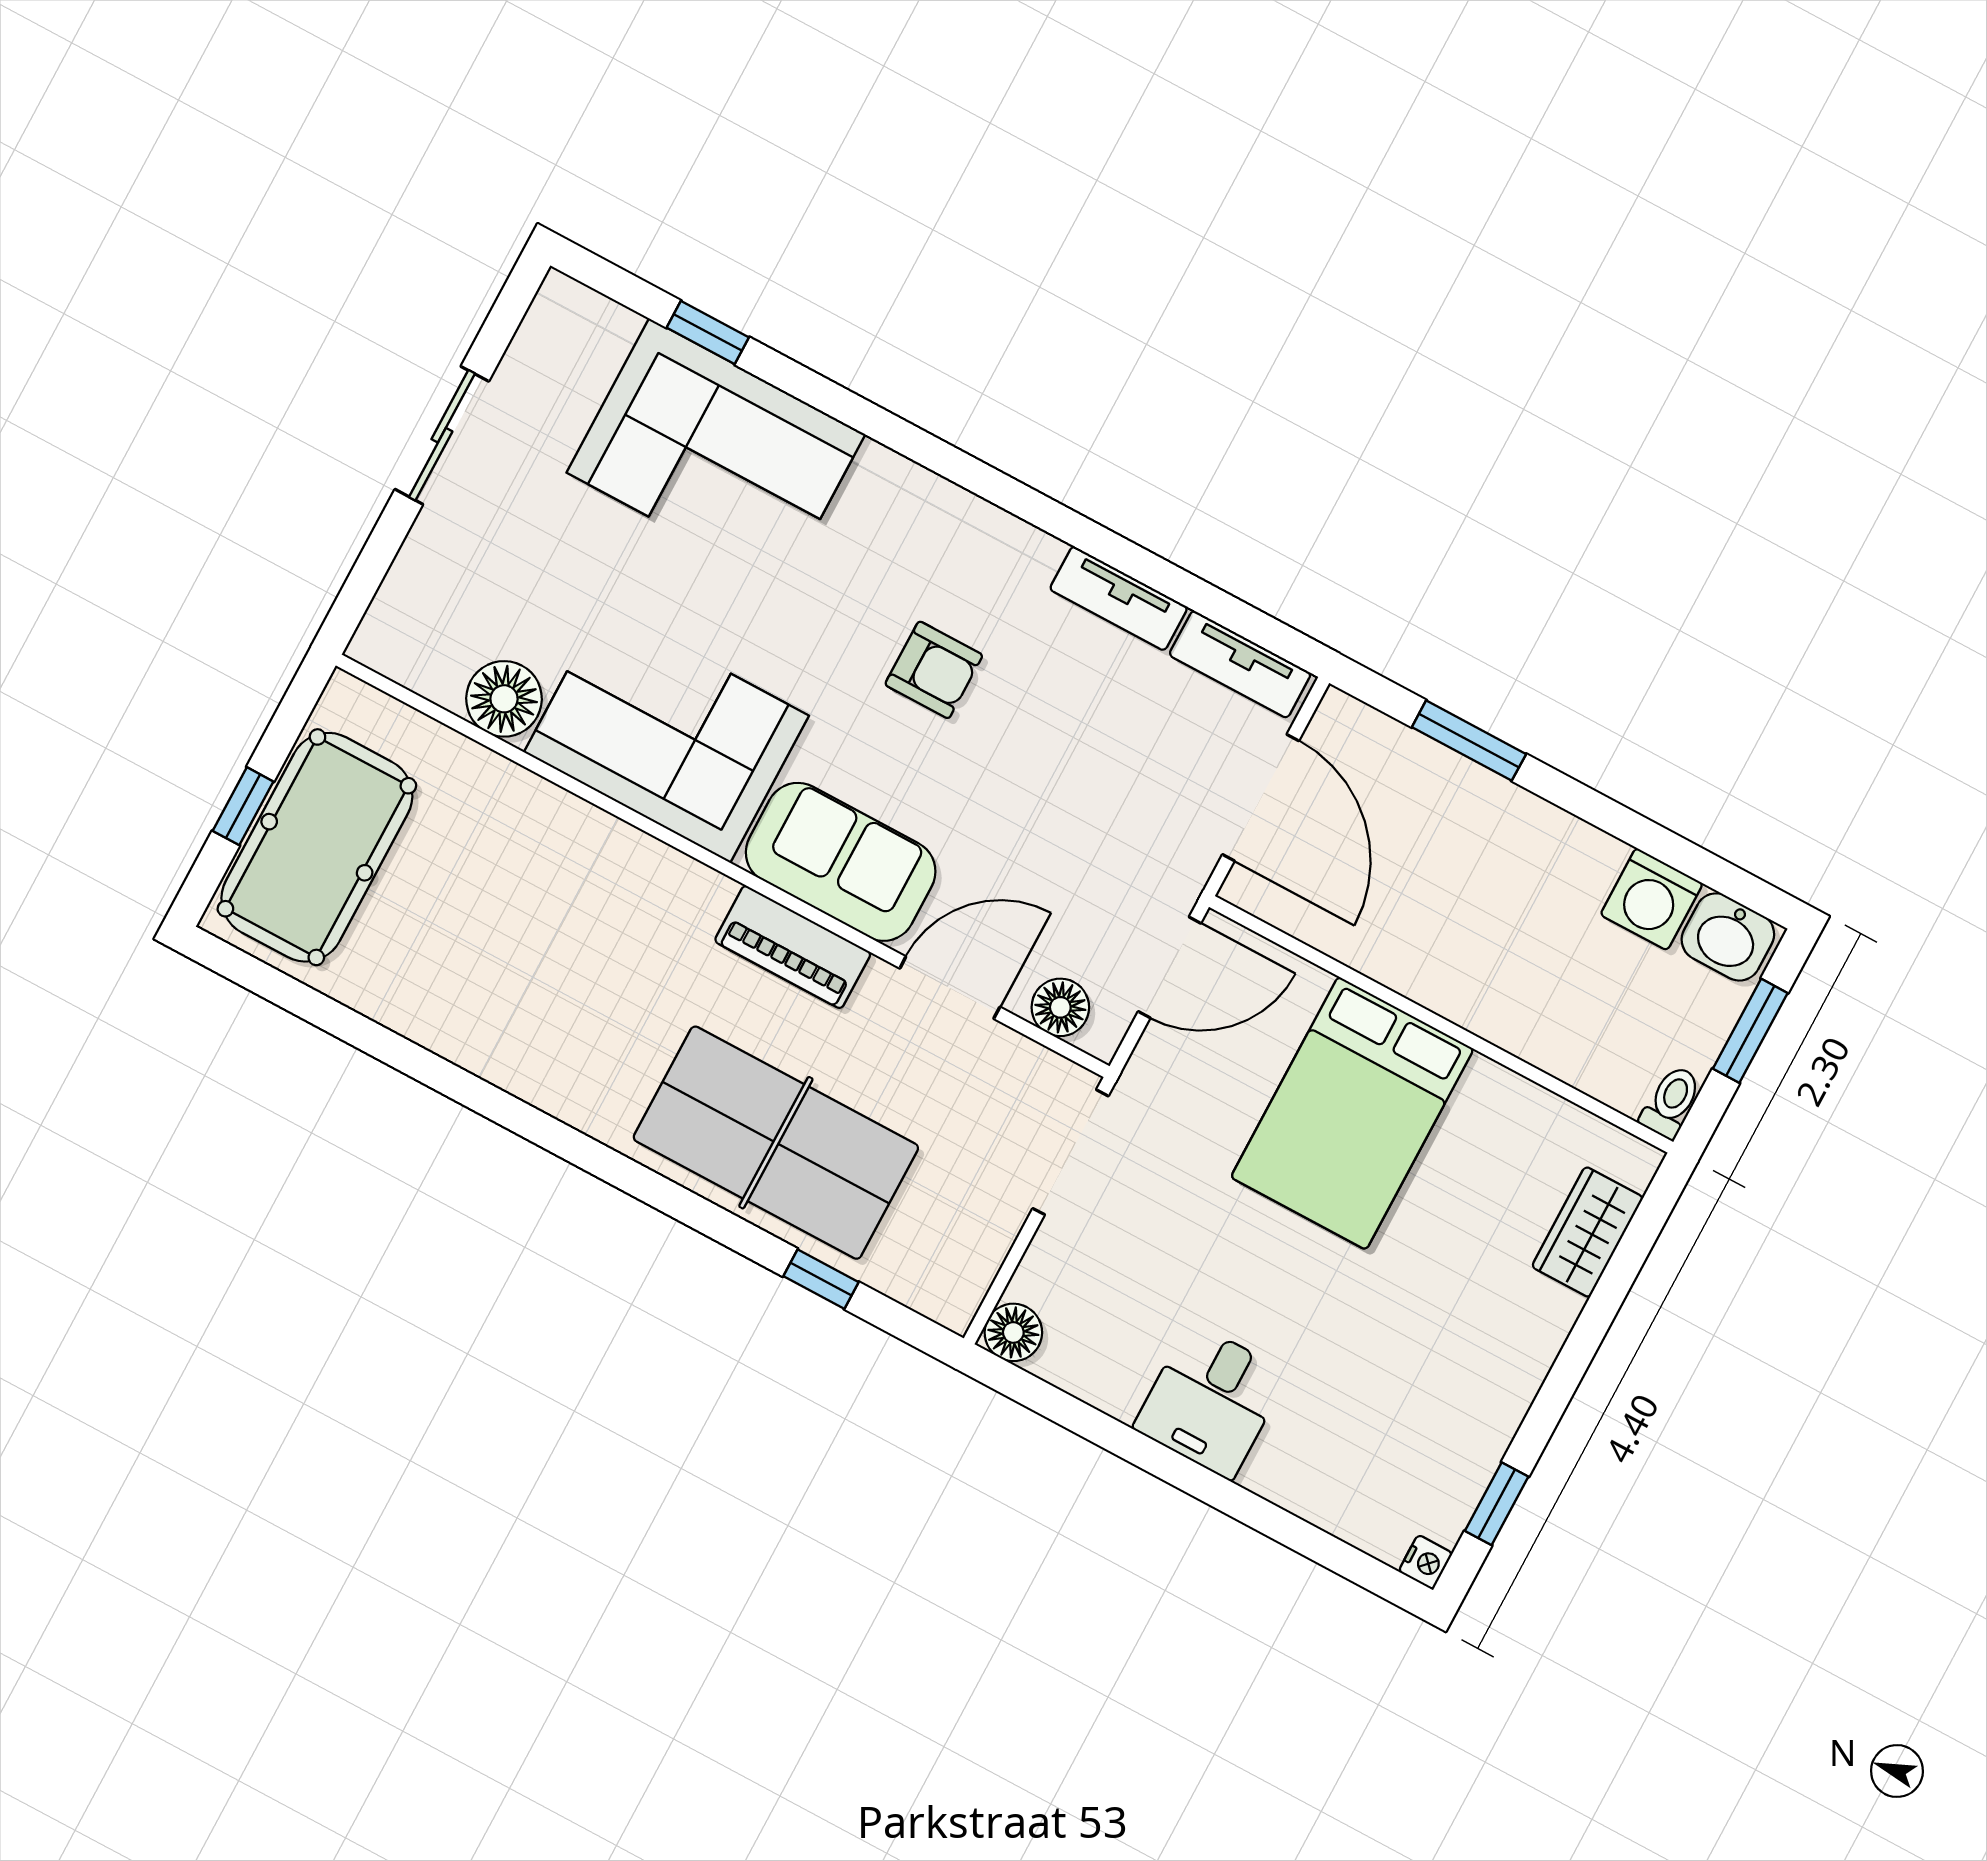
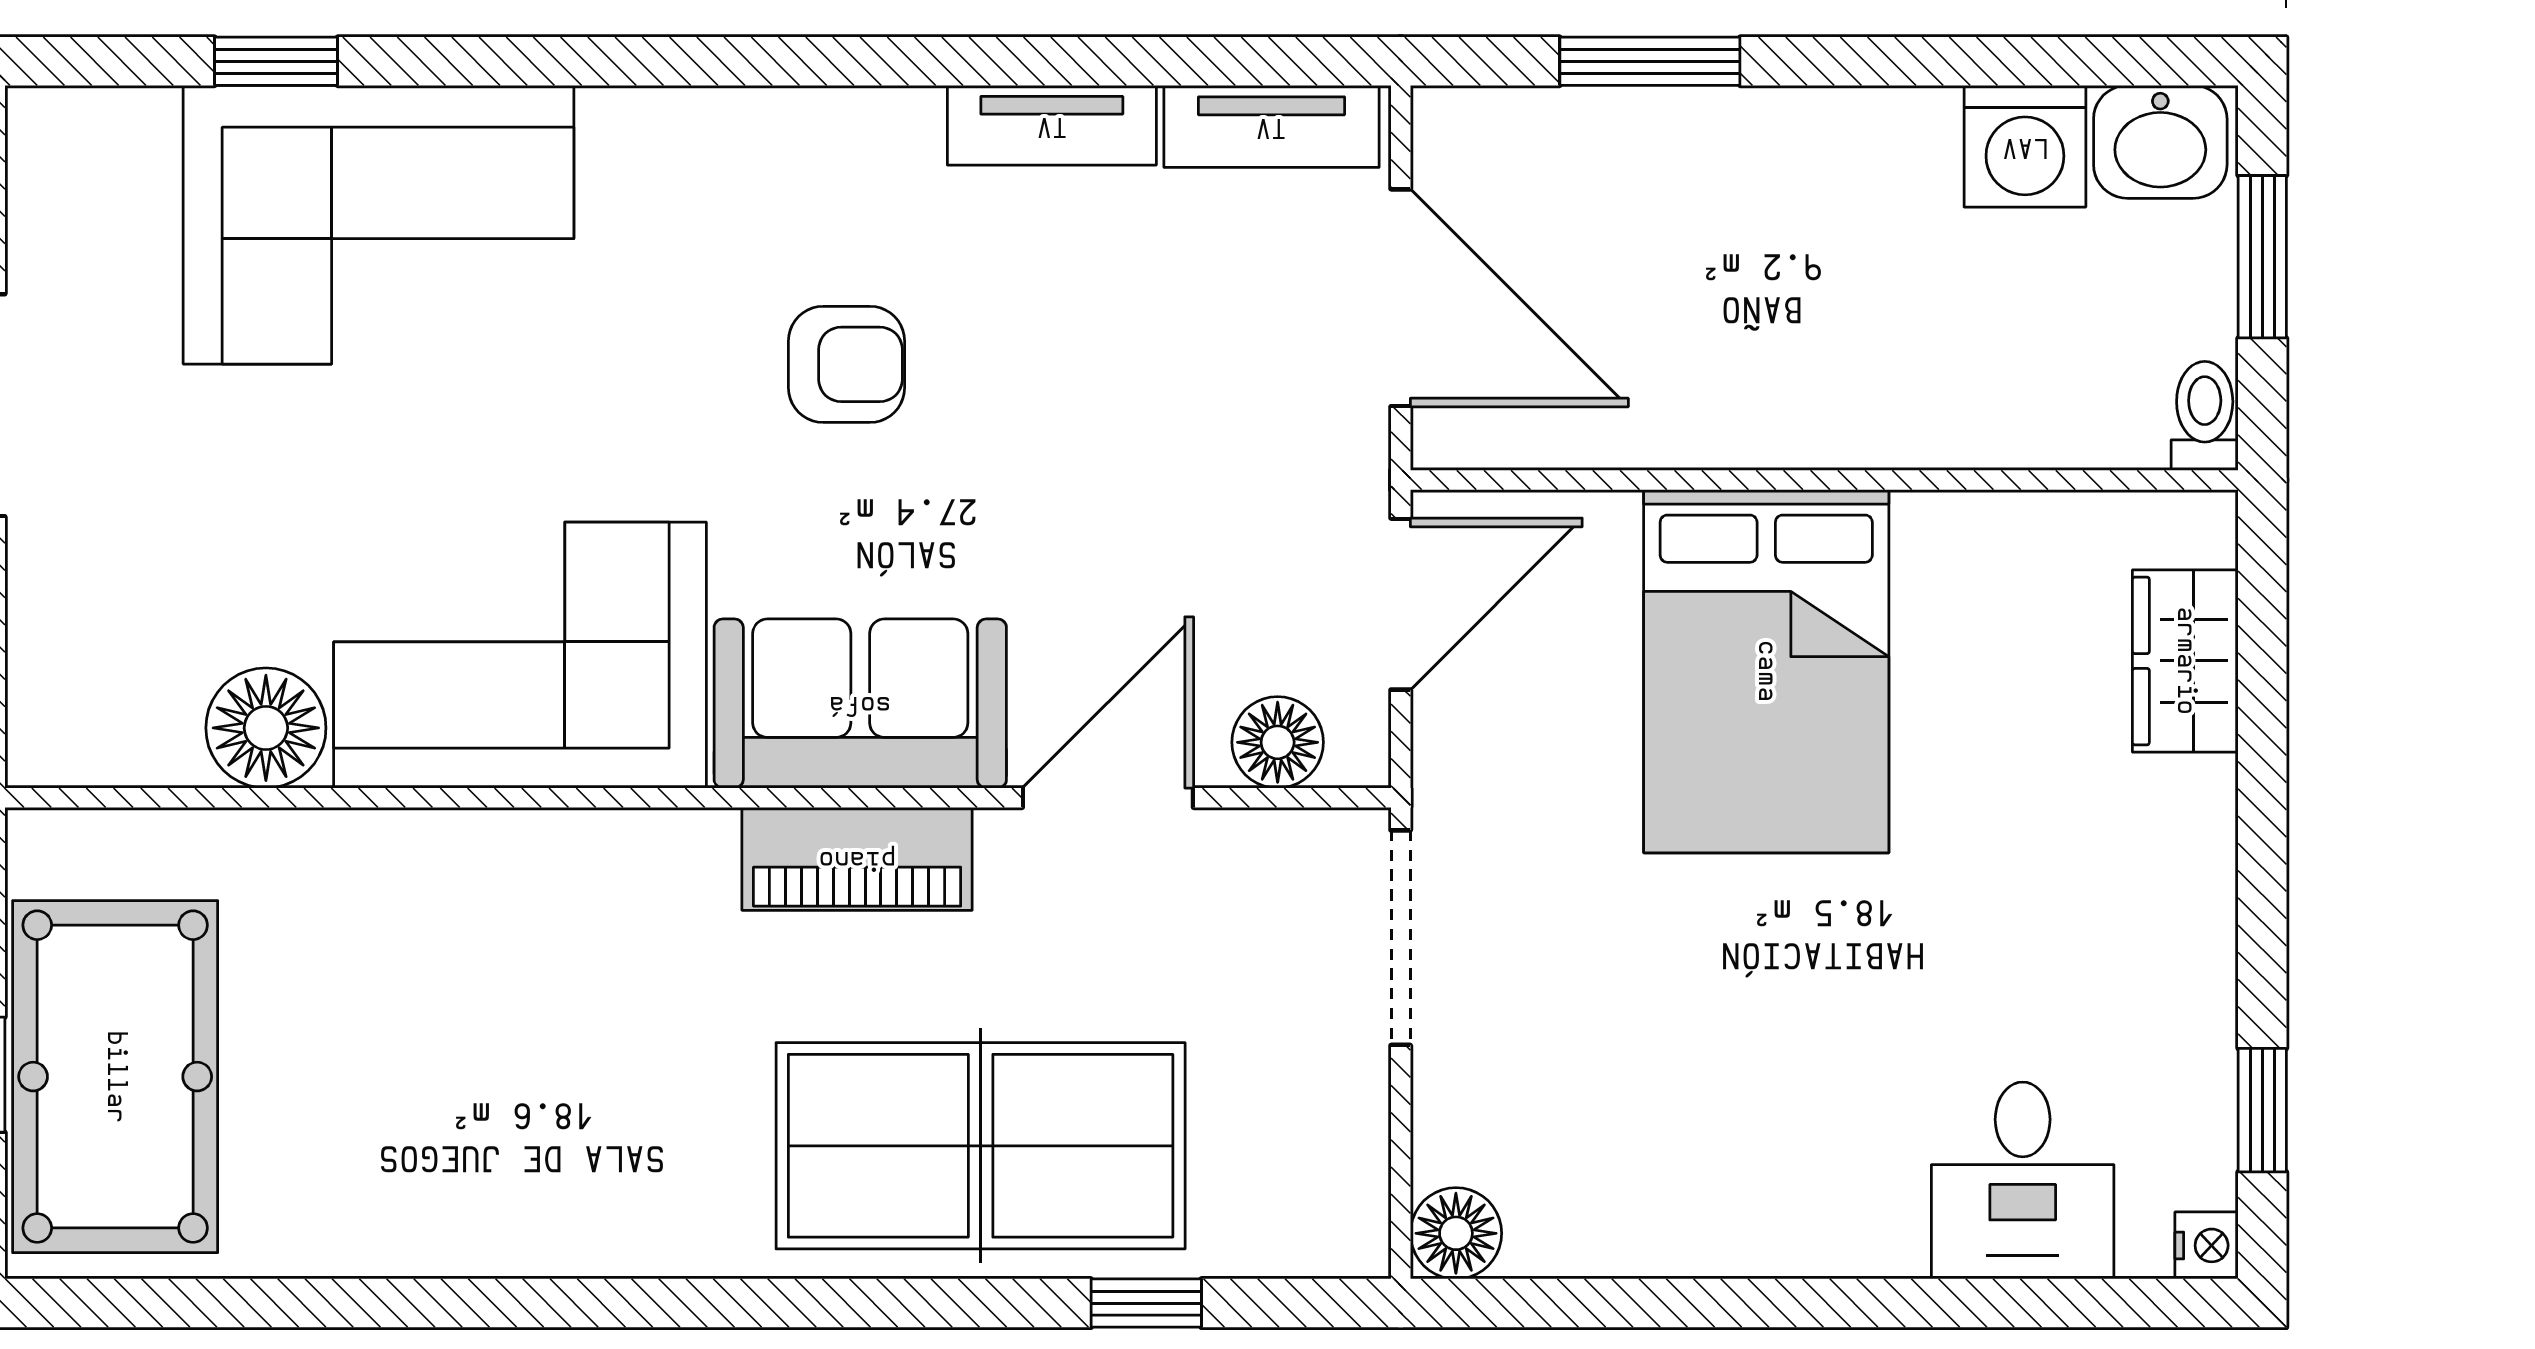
desk: (1211, 1401) -> (2023, 1181), moved

